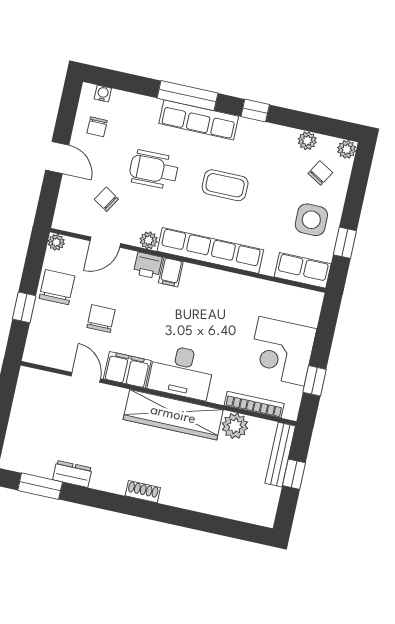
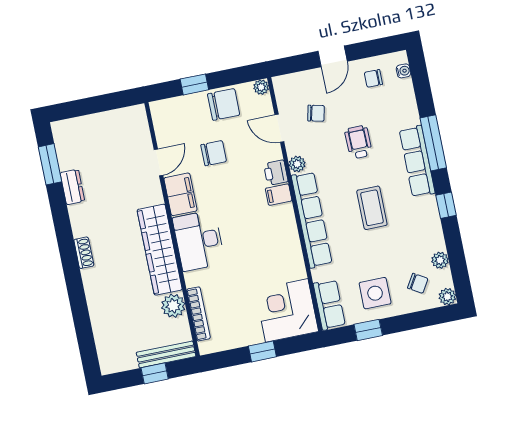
wheelchair: (154, 170) -> (358, 142), width x0.73, depth x0.73
chair: (106, 199) -> (316, 113), turned 71
corner desk: (282, 351) -> (287, 310), moved
window: (315, 381) -> (262, 351), moved

